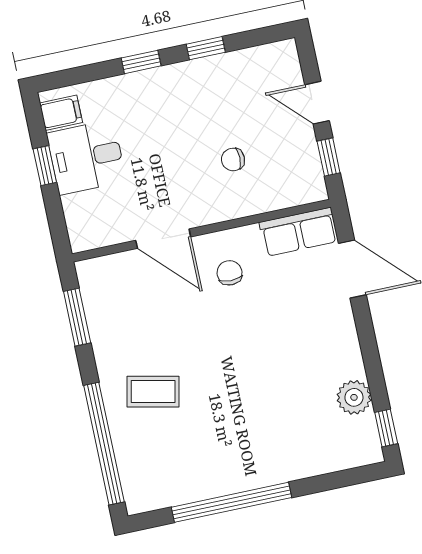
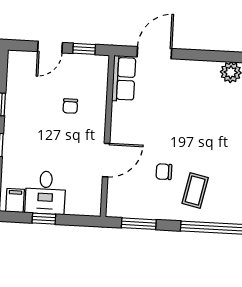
chair: (229, 273) -> (164, 172), moved

